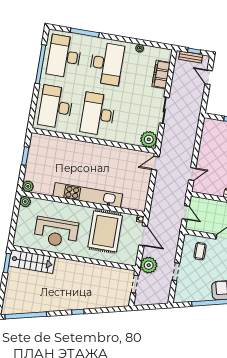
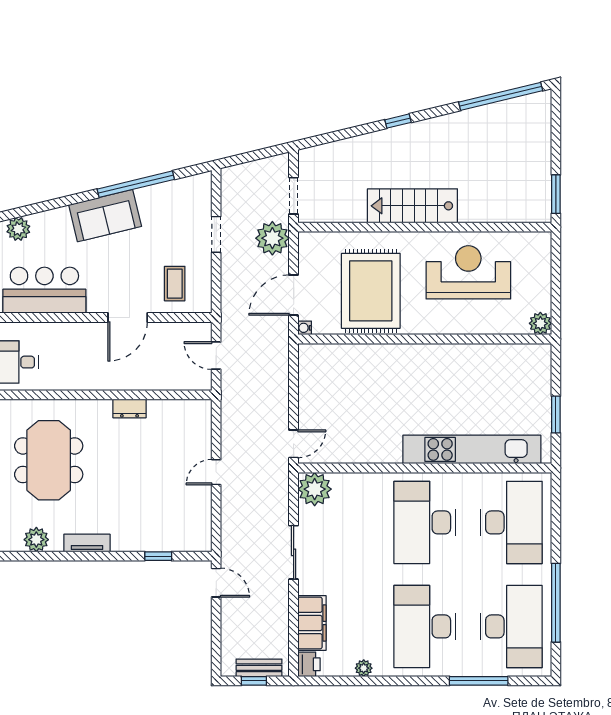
printer: (166, 55) -> (309, 664), added
door: (209, 77) -> (216, 583), moved
desk: (98, 114) -> (425, 522), turned 180
door: (192, 174) -> (216, 472), moved
plant: (28, 186) -> (540, 355), removed
kitchen unit: (88, 195) -> (472, 449), moved, turned 180
door: (143, 236) -> (294, 295), hinge flipped
stairs: (32, 262) -> (412, 206), moved

